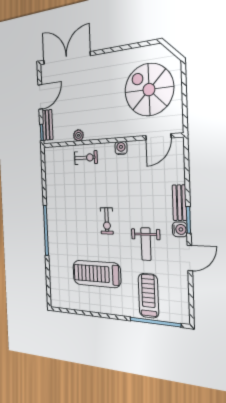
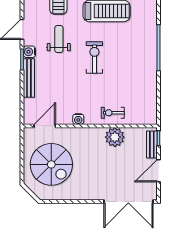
plant: (78, 135) -> (115, 137), width x1.87, depth x1.87
bench: (179, 203) -> (29, 78), width x1.36
exercise bike: (107, 221) -> (94, 58), width x1.38, depth x1.39

